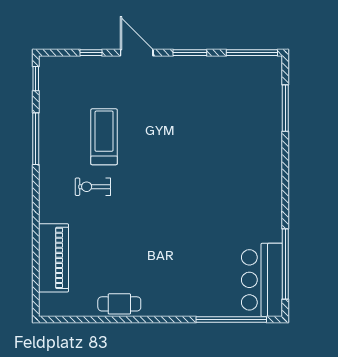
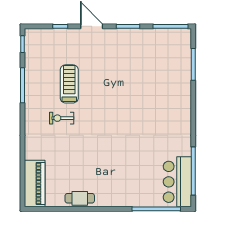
piano: (53, 258) -> (35, 184), moved

